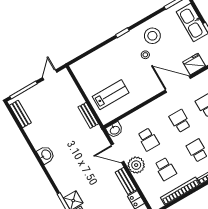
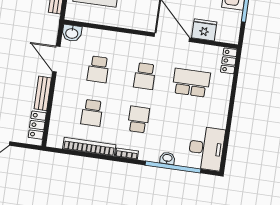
school desk: (180, 121) -> (145, 76), turned 180
plant: (136, 165) -> (66, 86), removed

